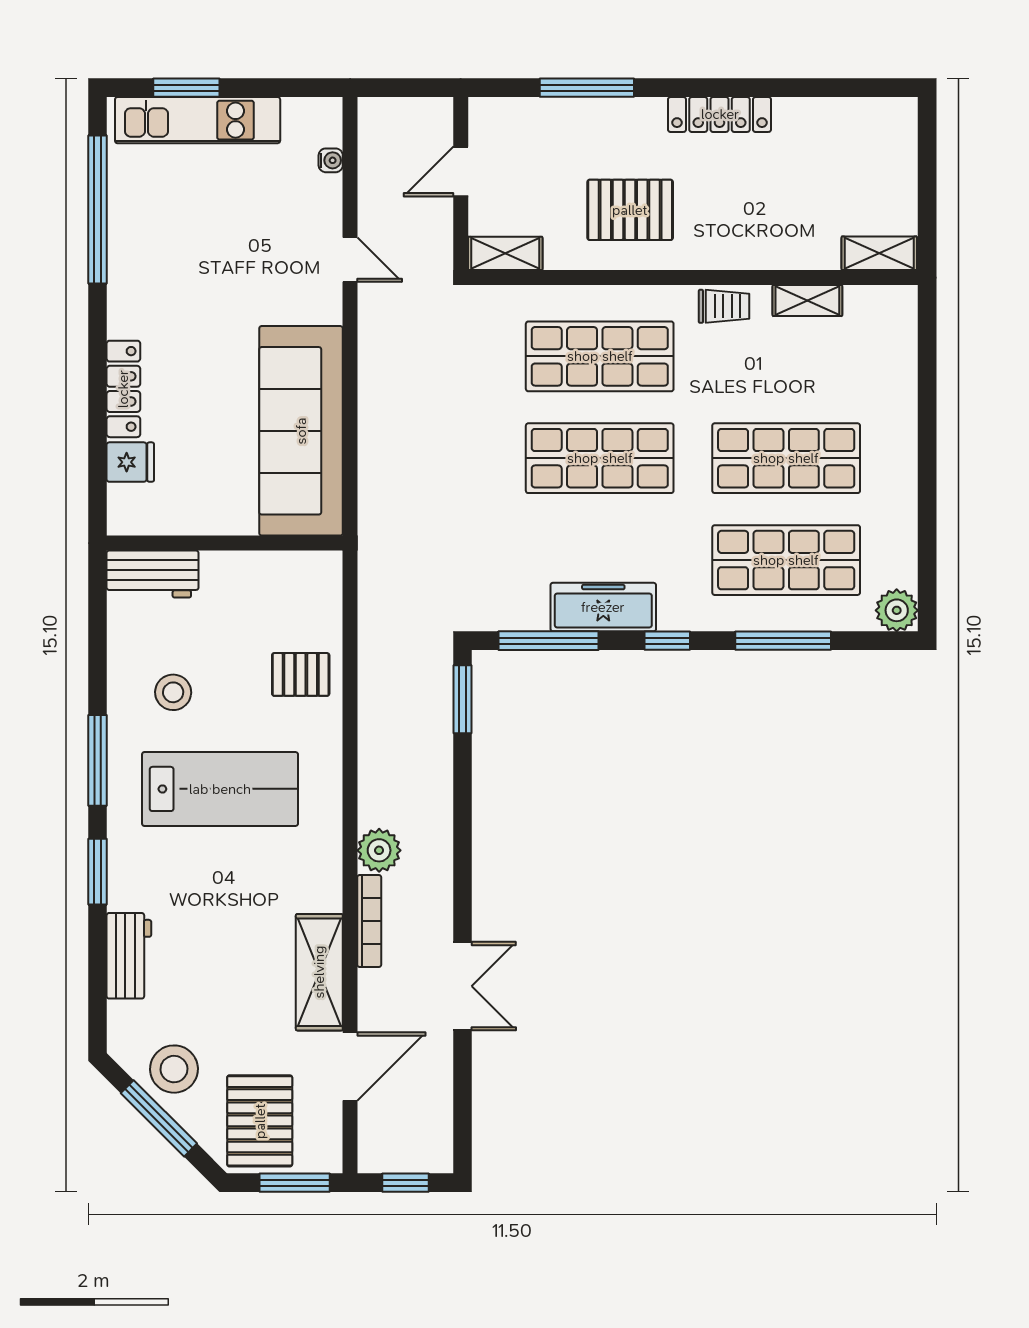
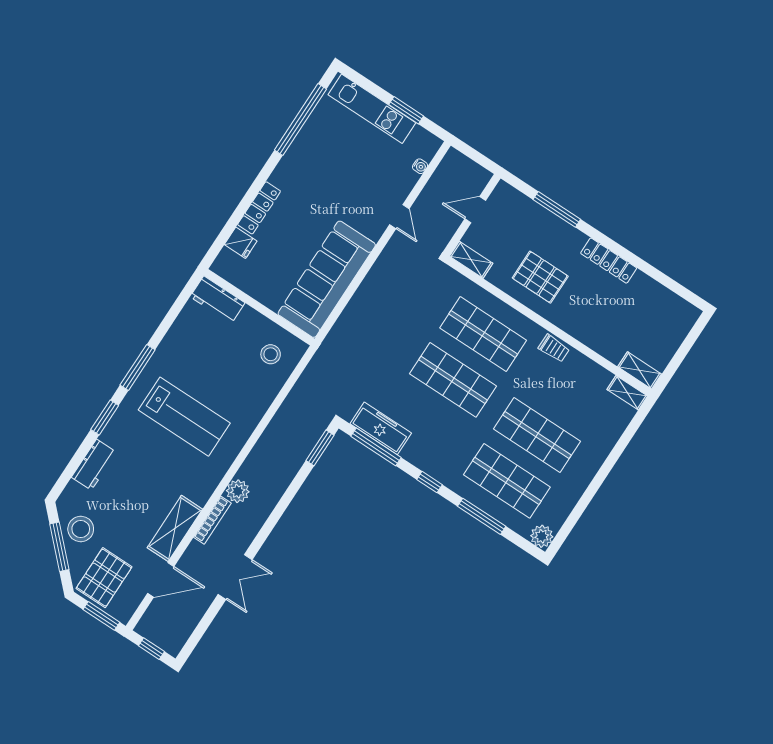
window: (186, 88) -> (406, 110), moved
shelving: (807, 301) -> (627, 393), moved
freezer: (603, 607) -> (381, 428), moved
pallet: (301, 674) -> (254, 389), removed
stool: (173, 692) -> (271, 354), moved

